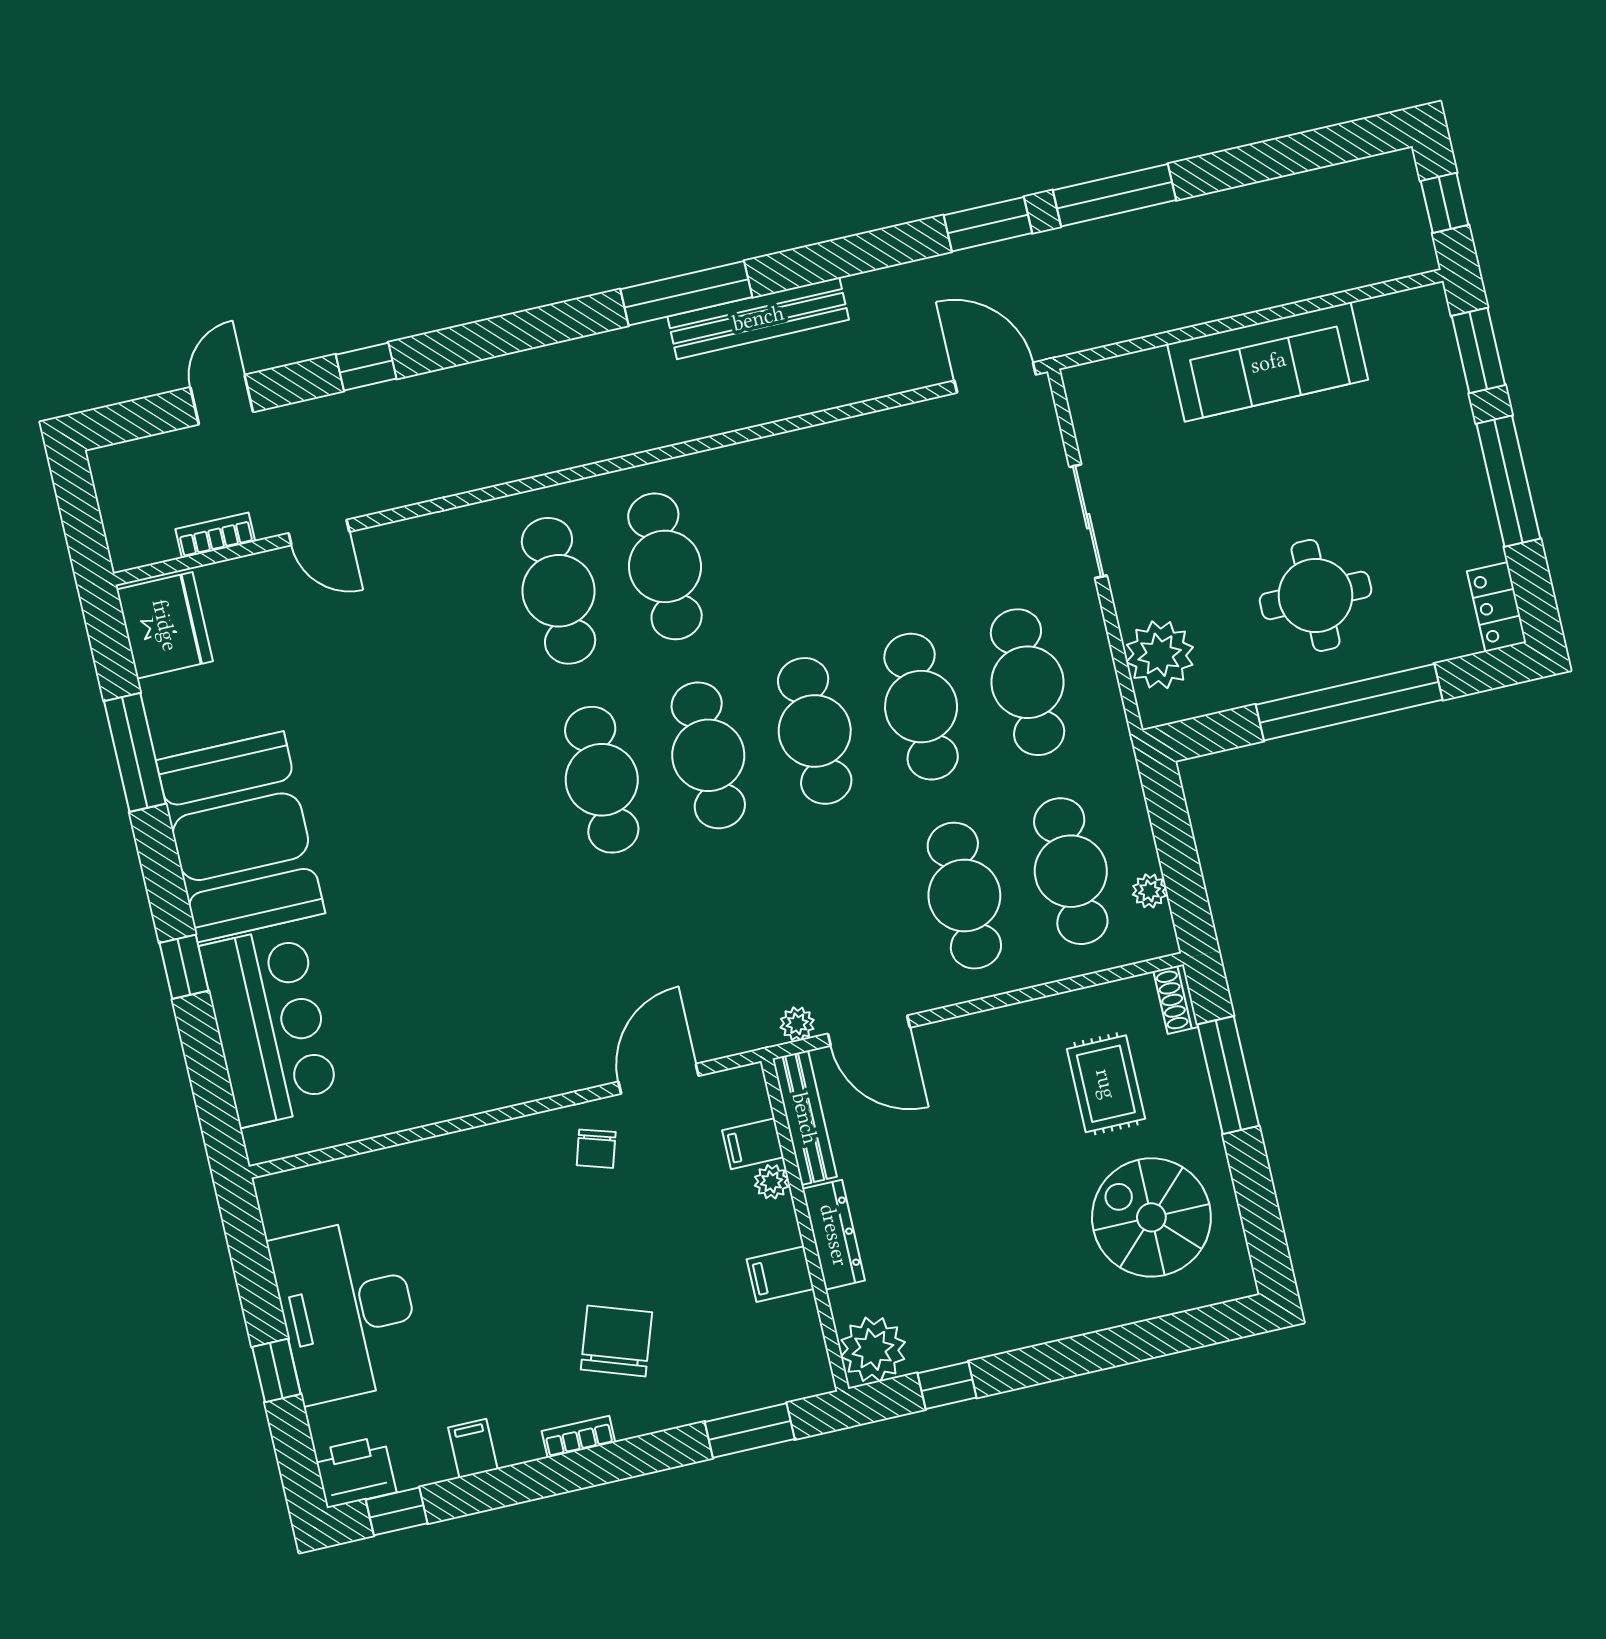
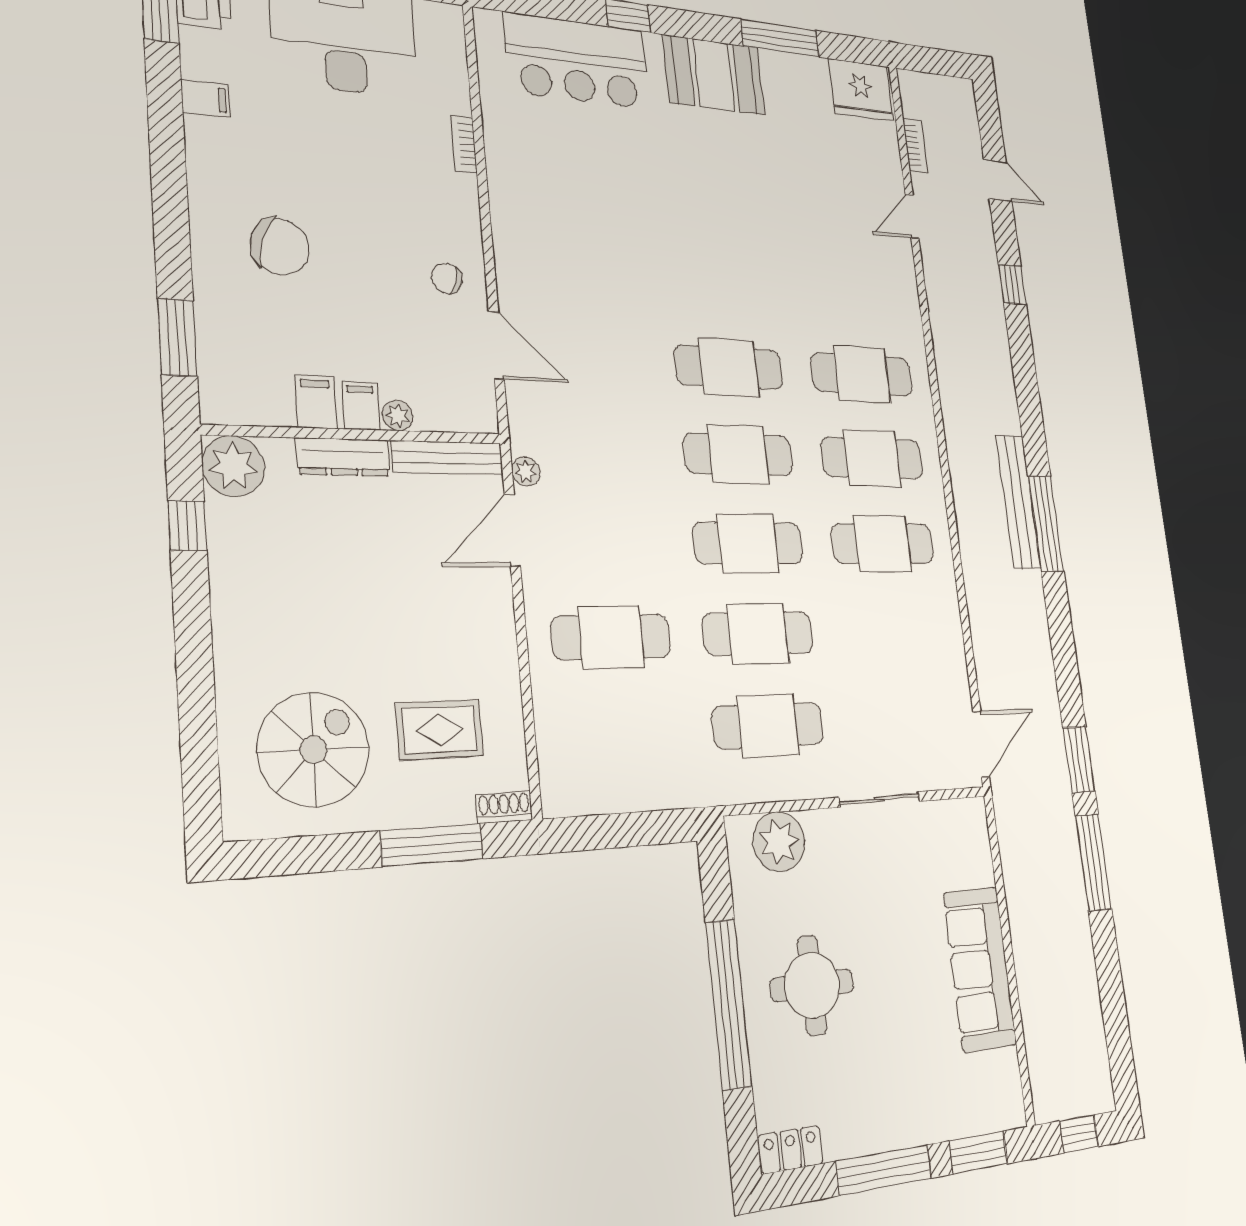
bench: (758, 318) -> (1018, 502), moved
booth: (240, 837) -> (714, 75), width x0.73, depth x0.70
cafe table: (1071, 871) -> (883, 544), moved
plant: (1149, 891) -> (597, 800), removed
filing cabinet: (753, 1144) -> (361, 406), moved
bookcase: (578, 1437) -> (464, 144), moved, turned 180

